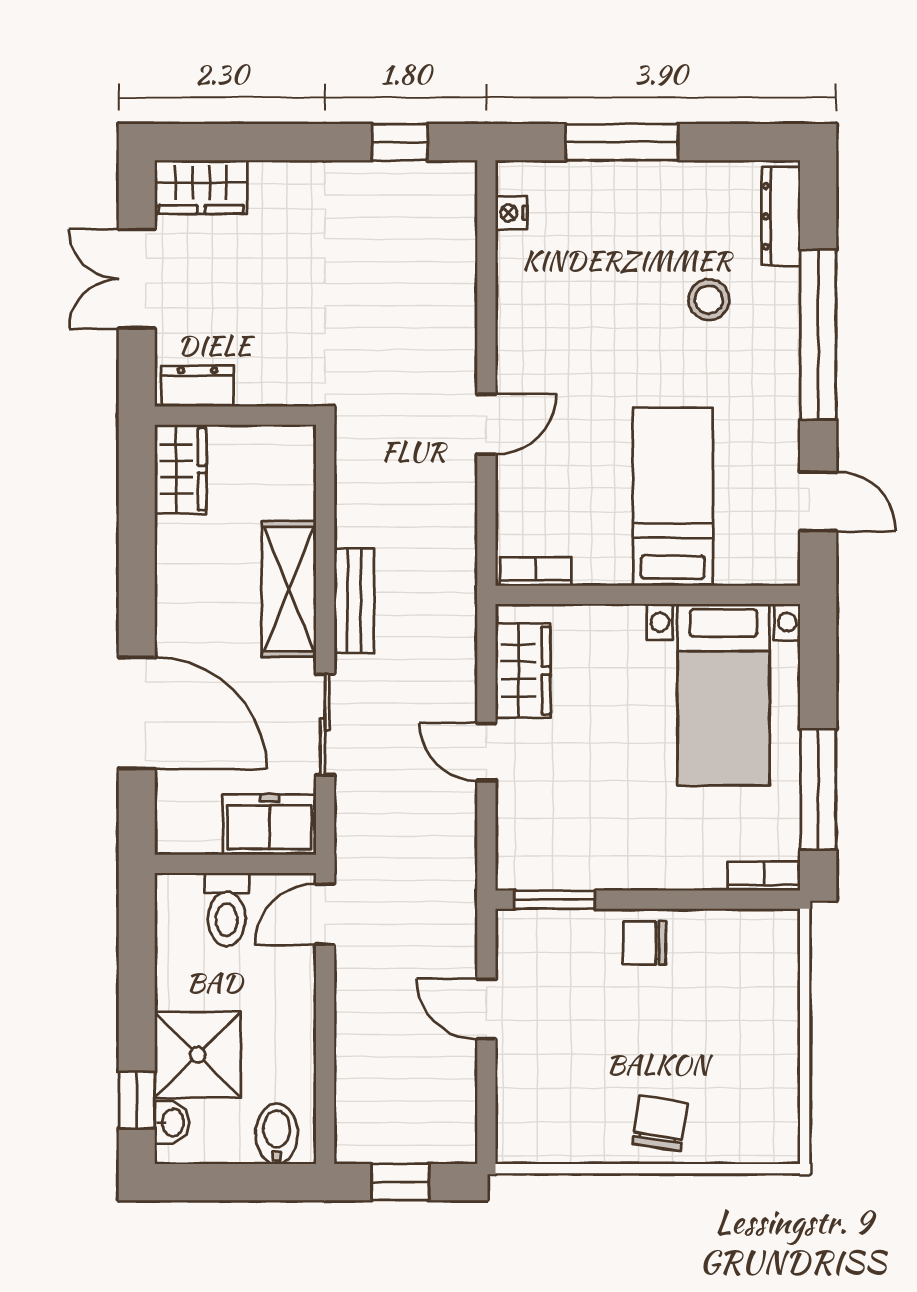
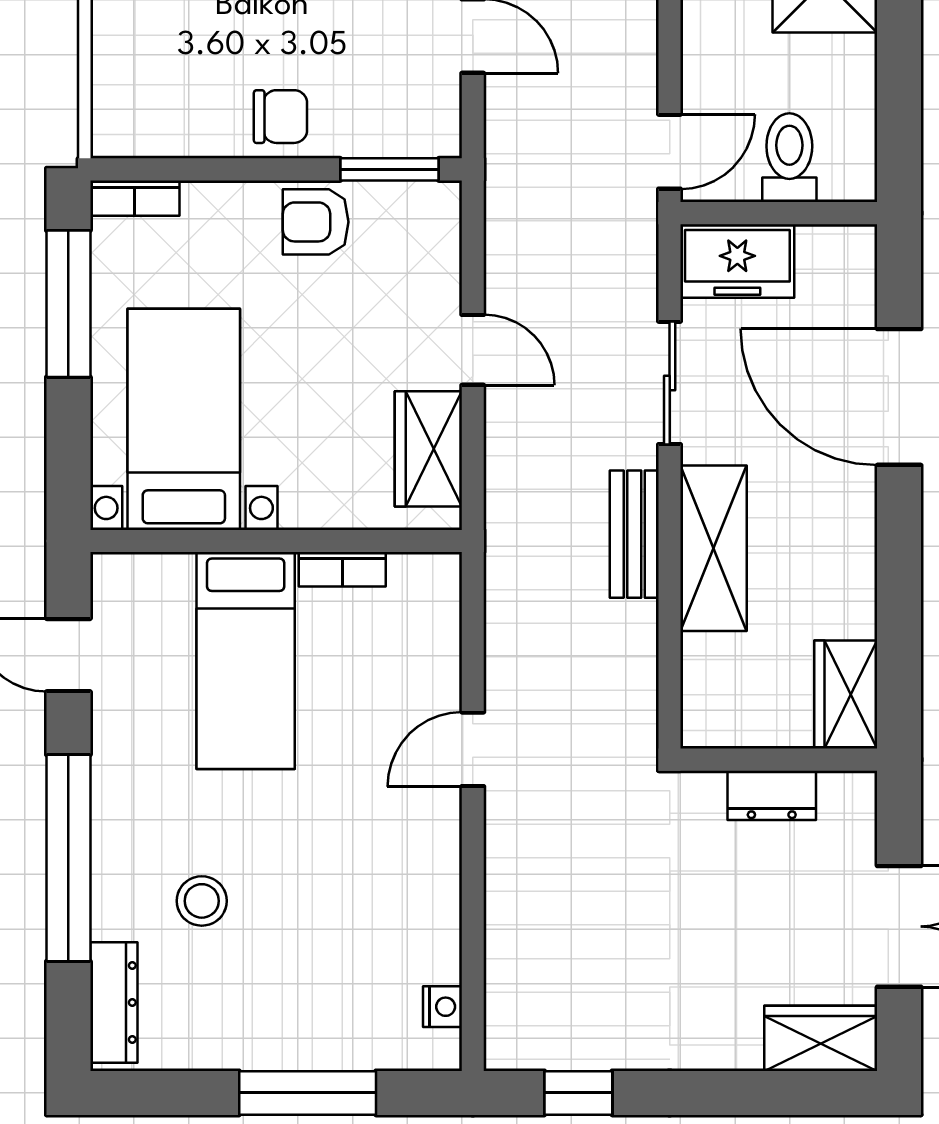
dresser: (198, 386) -> (772, 795), moved
bookcase: (536, 572) -> (342, 569), moved
armchair: (615, 857) -> (316, 222), added

